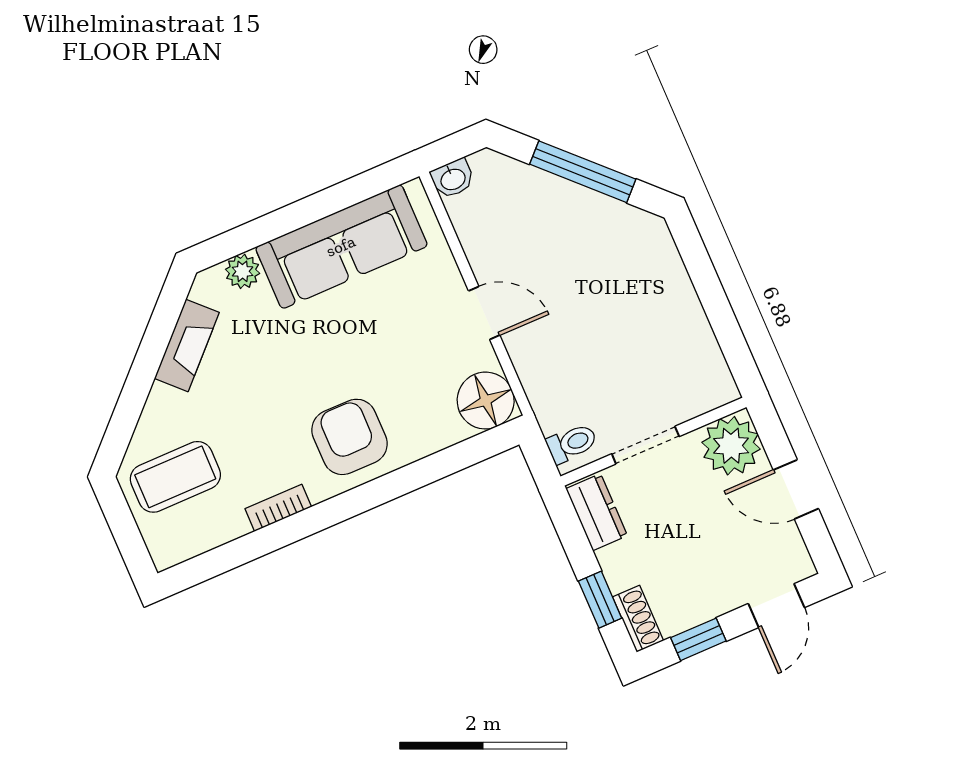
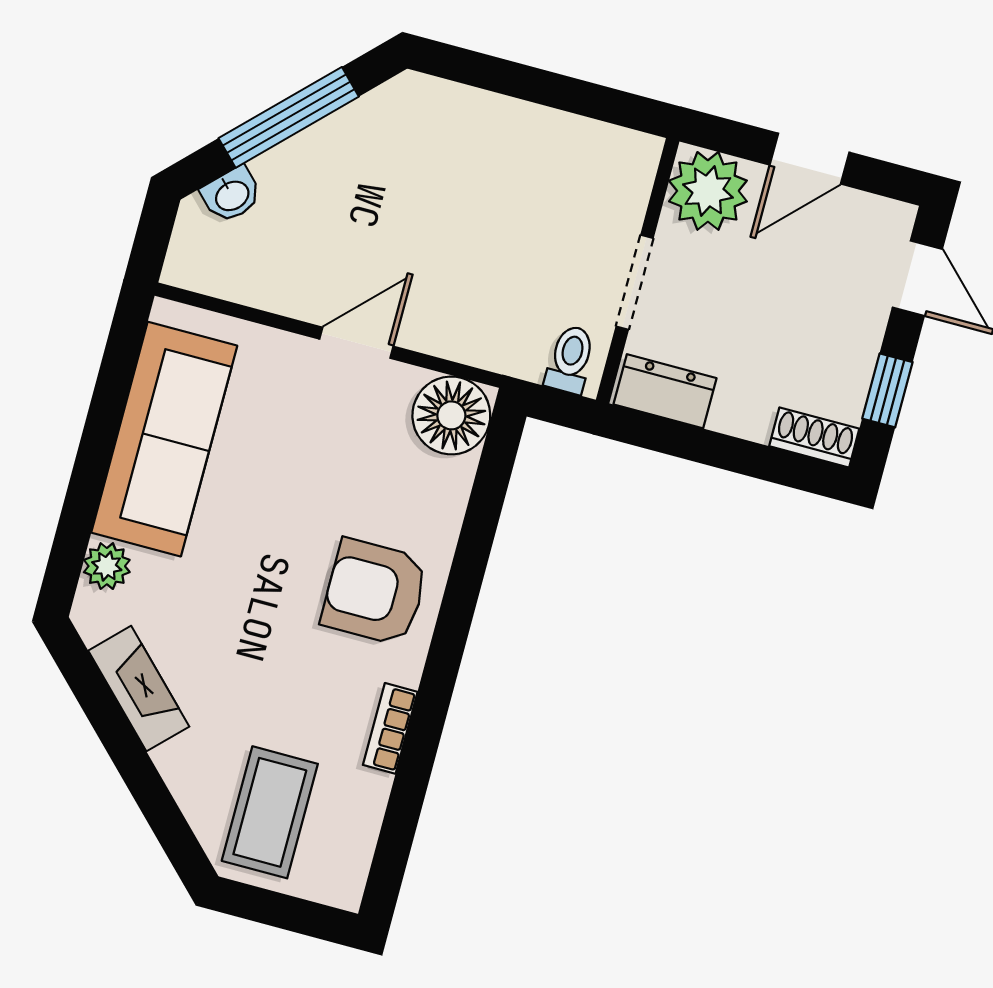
washbasin: (453, 179) -> (232, 195), moved, turned 45
window: (600, 600) -> (761, 462), removed

